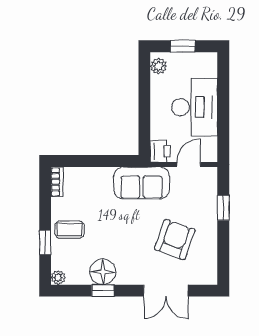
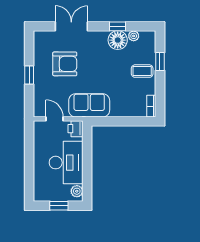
desk: (195, 107) -> (66, 163), moved, turned 180
door: (189, 165) -> (55, 119), swing flipped
window: (223, 208) -> (29, 75), moved
armchair: (175, 239) -> (65, 64), turned -110
plant: (58, 278) -> (134, 36), moved

